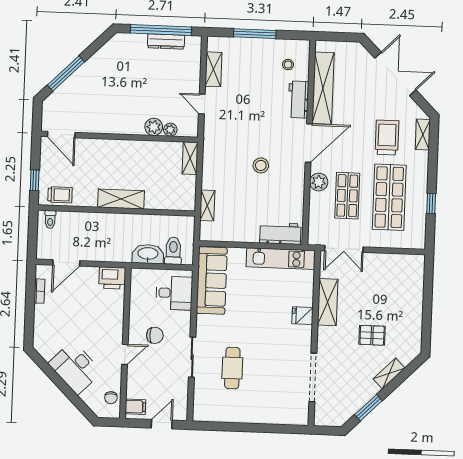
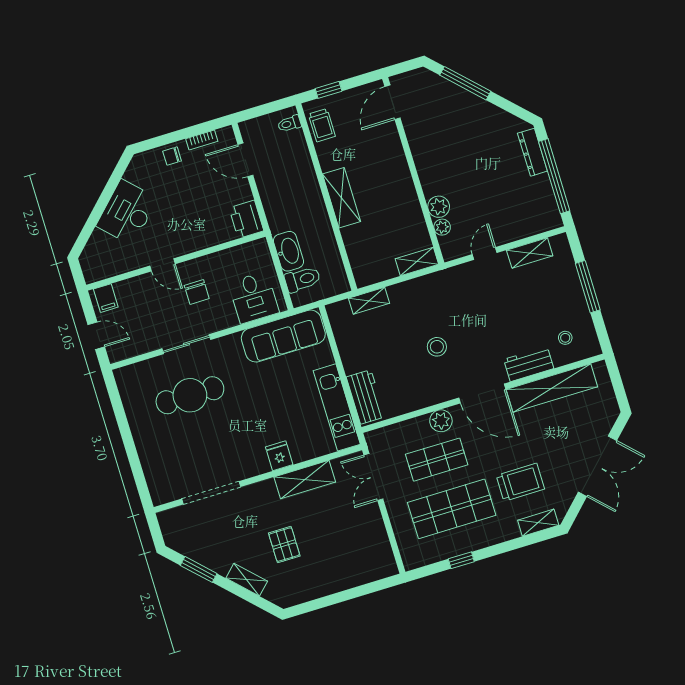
dresser: (166, 41) -> (532, 152), moved
cafe table: (232, 368) -> (190, 395), width x1.37, depth x1.35
chair: (111, 398) -> (172, 156), moved

